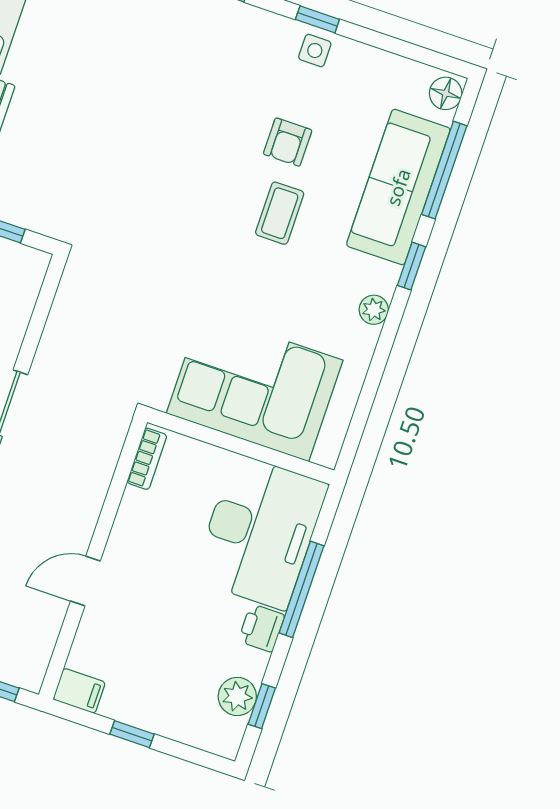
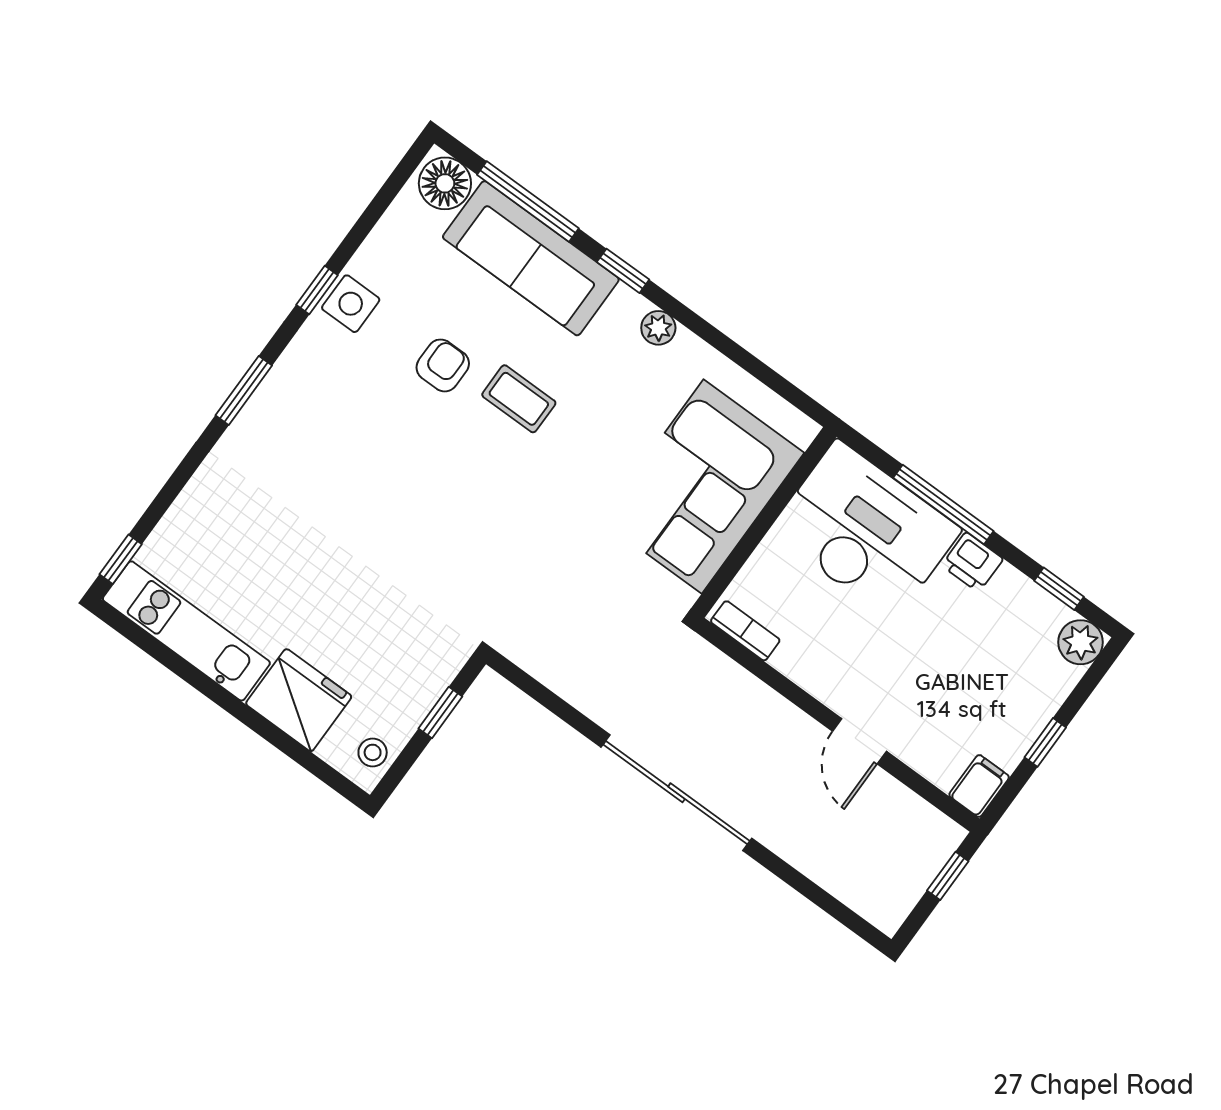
side table: (315, 51) -> (351, 304), width x1.37, depth x1.37
floor lamp: (446, 93) -> (445, 183), width x1.38, depth x1.38
armchair: (288, 142) -> (443, 365), turned -90
plant: (237, 696) -> (1081, 642), moved

